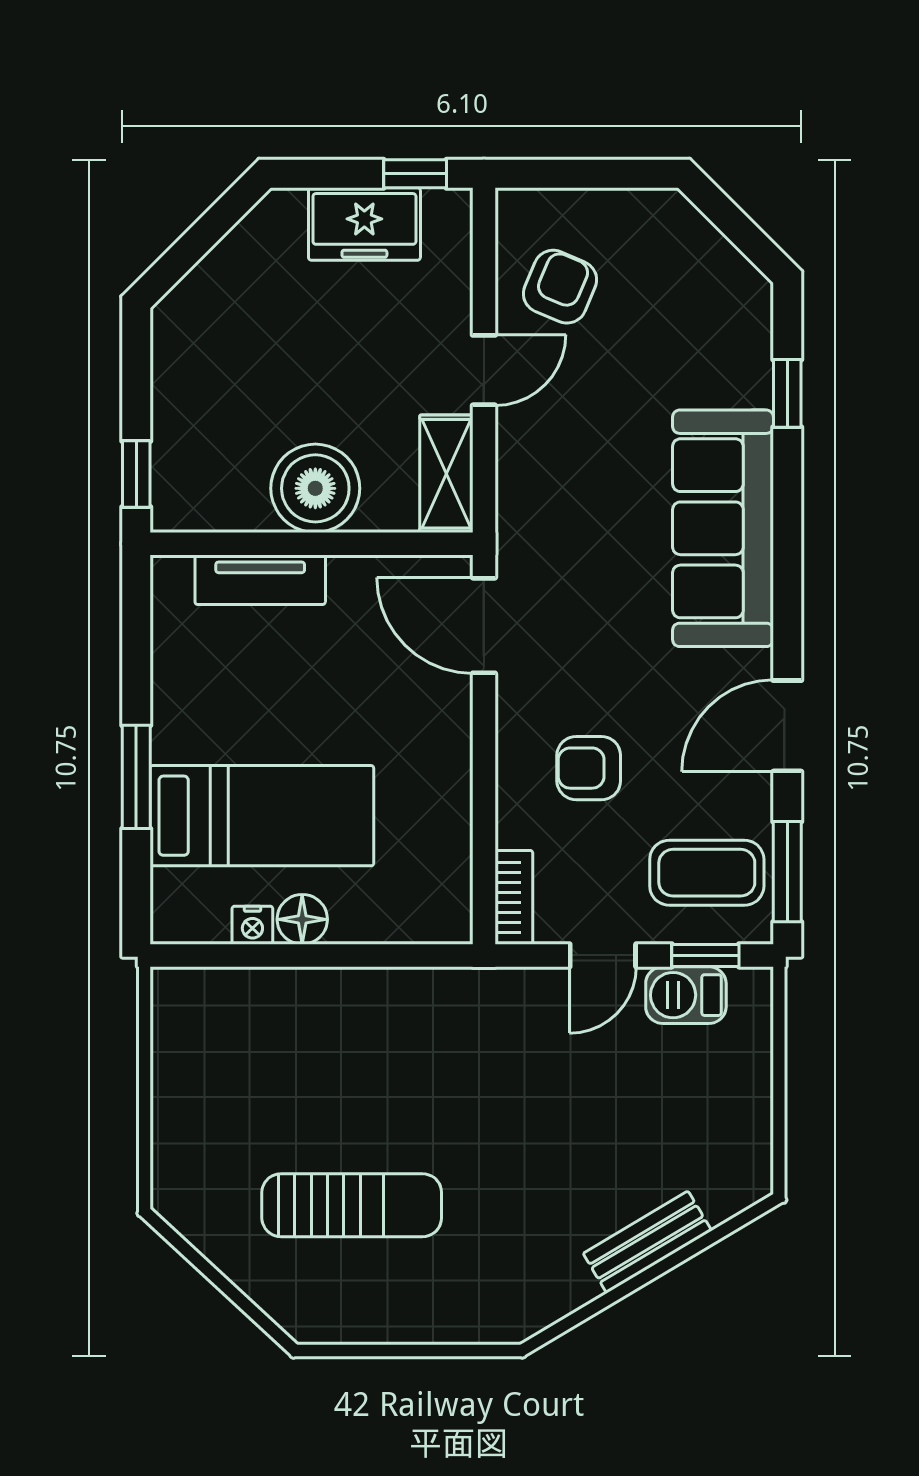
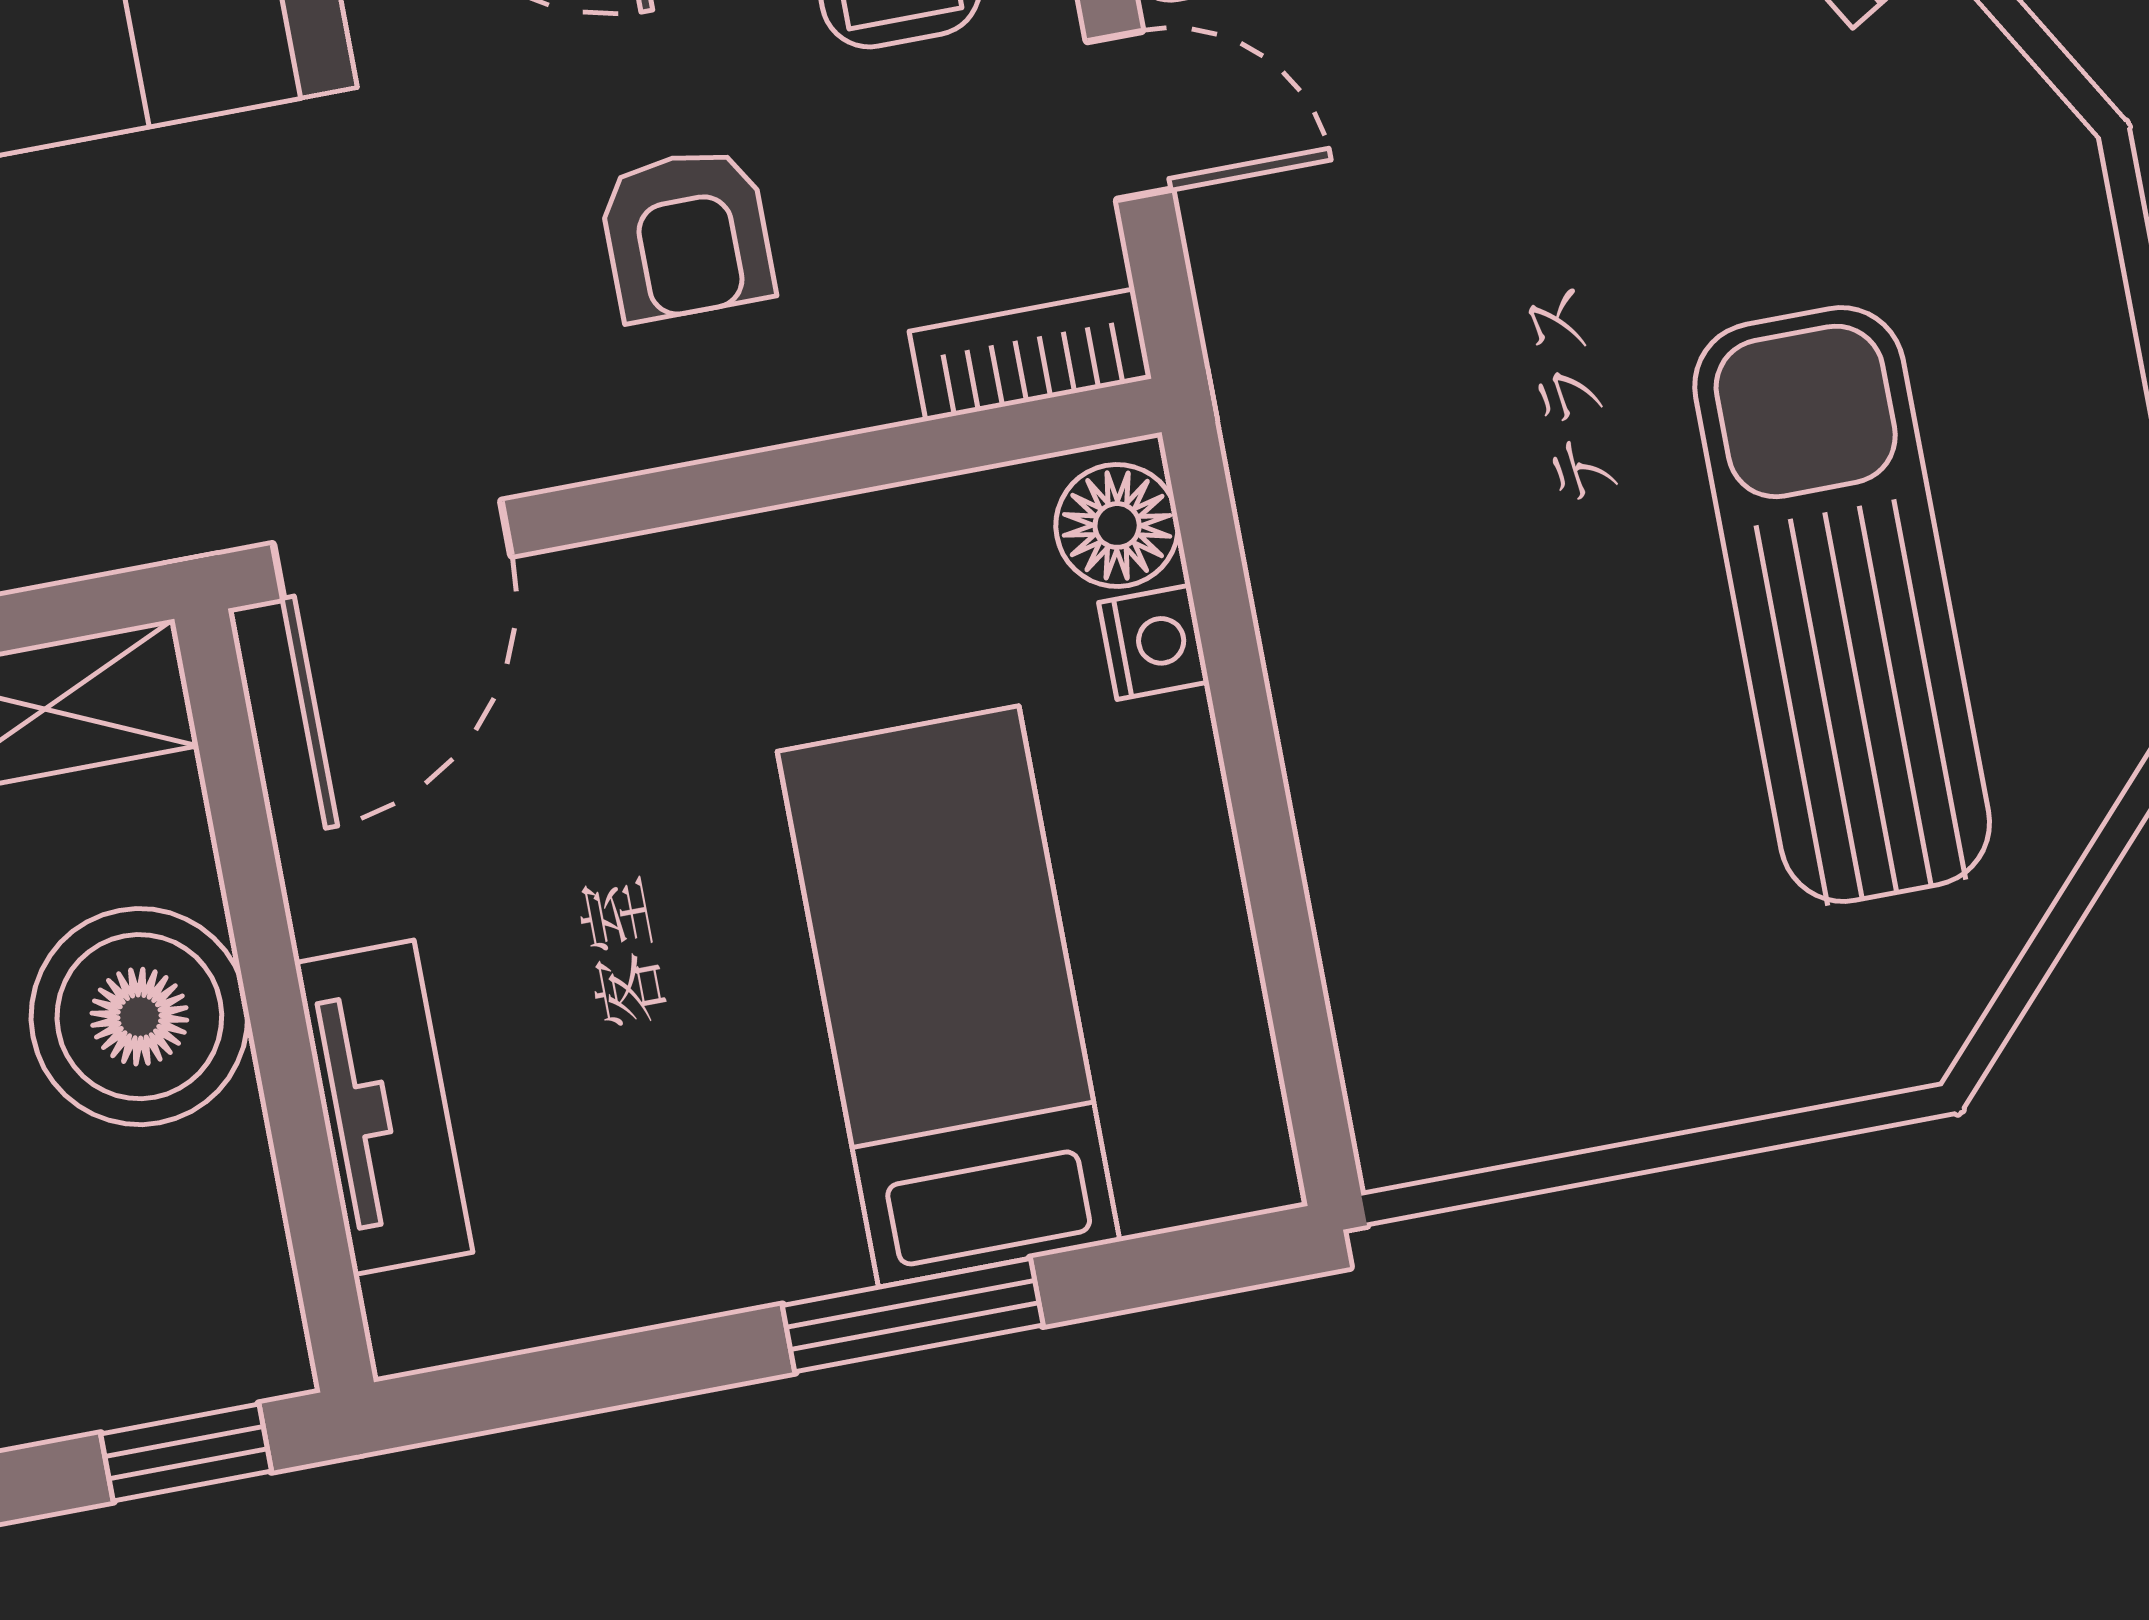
floor lamp: (302, 919) -> (1117, 525), moved
nightstand: (252, 925) -> (1154, 642), moved
sun lounger: (352, 1205) -> (1842, 605), width x1.36, depth x1.34

